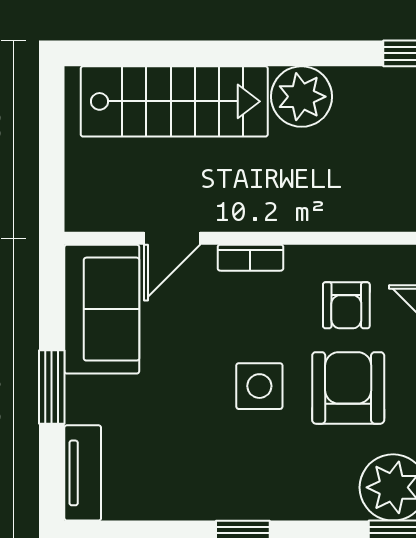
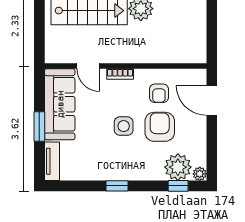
door: (172, 238) -> (88, 66), hinge flipped
sofa: (102, 309) -> (60, 104), width x1.36

